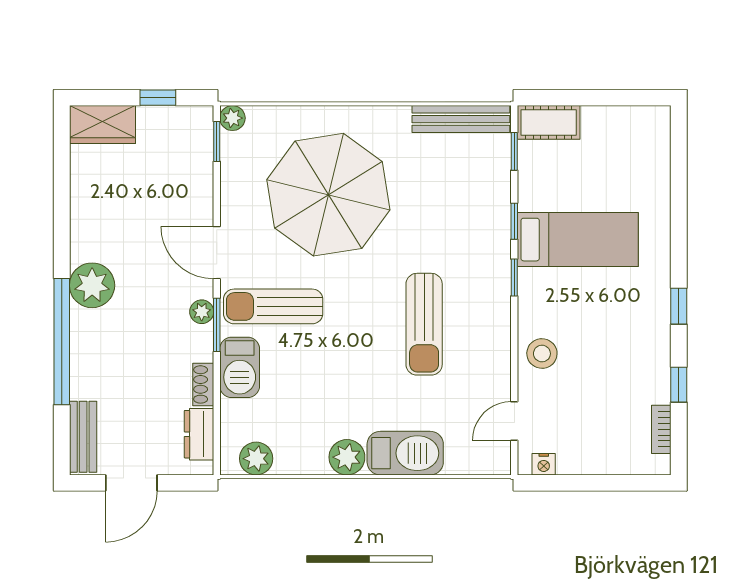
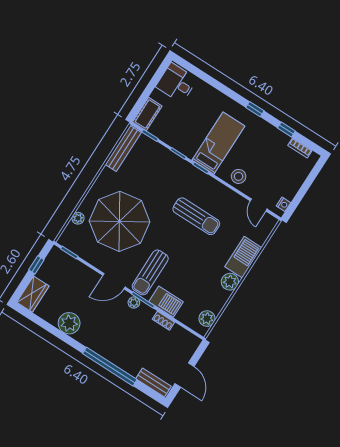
plant: (232, 118) -> (78, 218), moved
desk: (636, 139) -> (177, 83), added
bed: (578, 240) -> (218, 143), moved
plant: (92, 285) -> (69, 323), moved
dresser: (199, 434) -> (182, 335), removed

